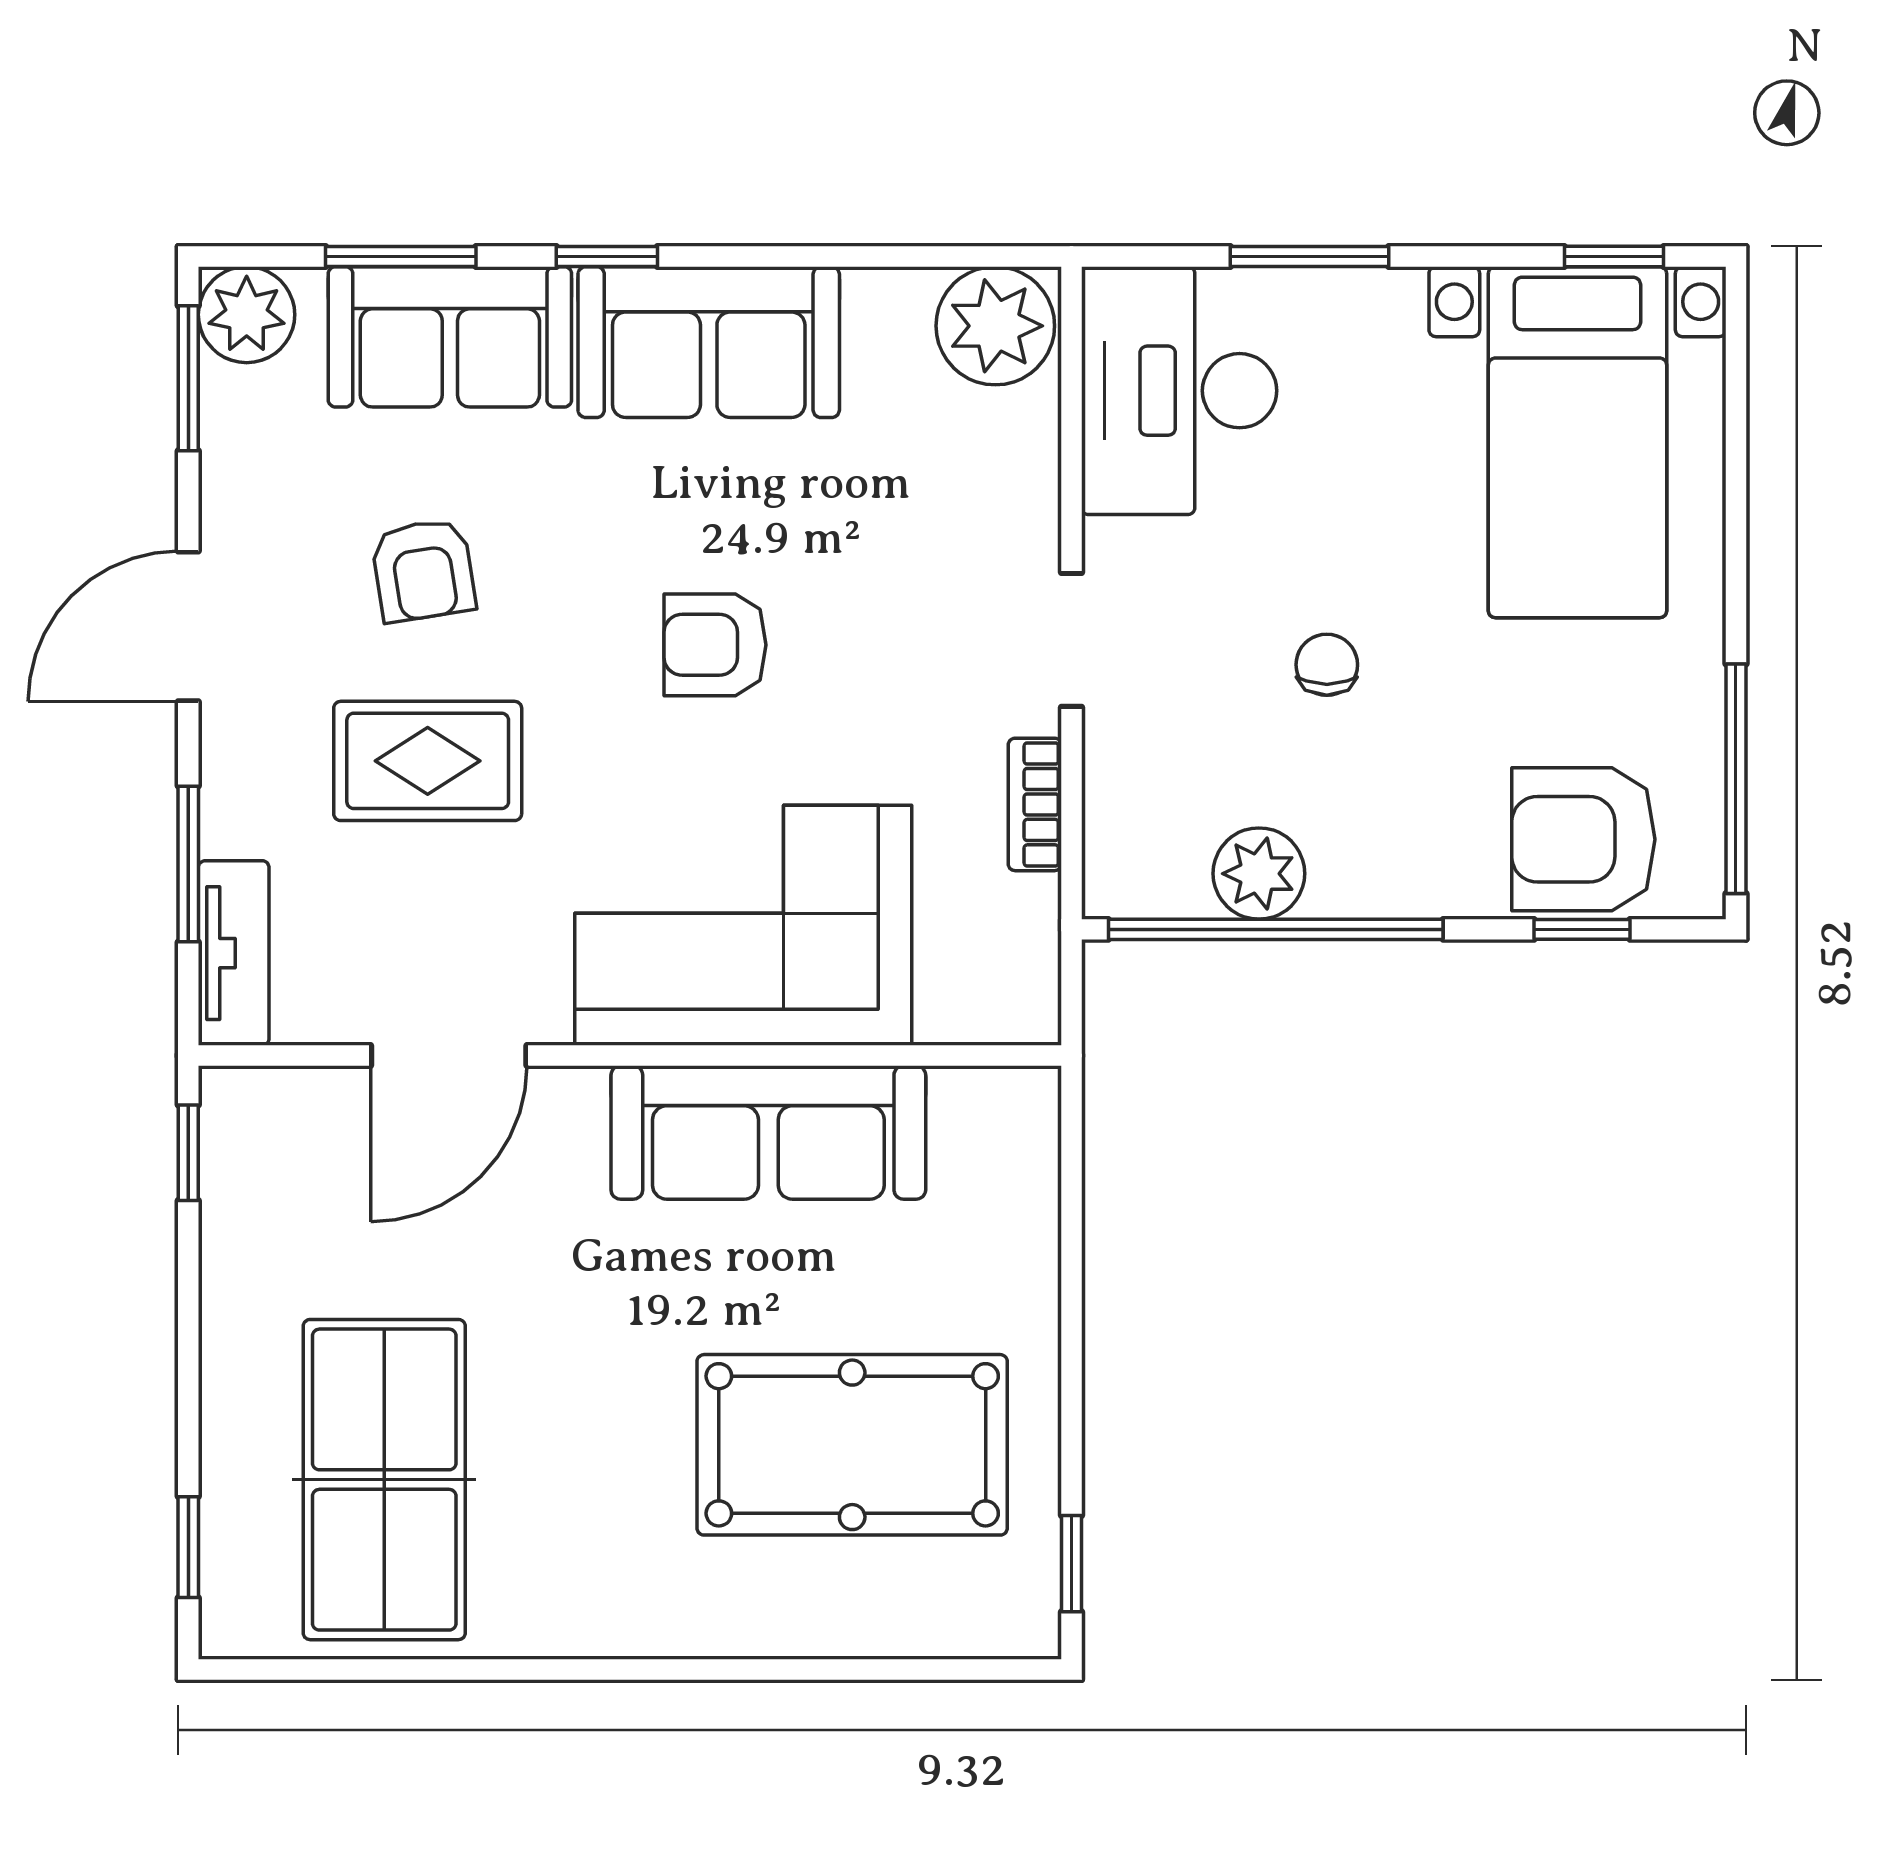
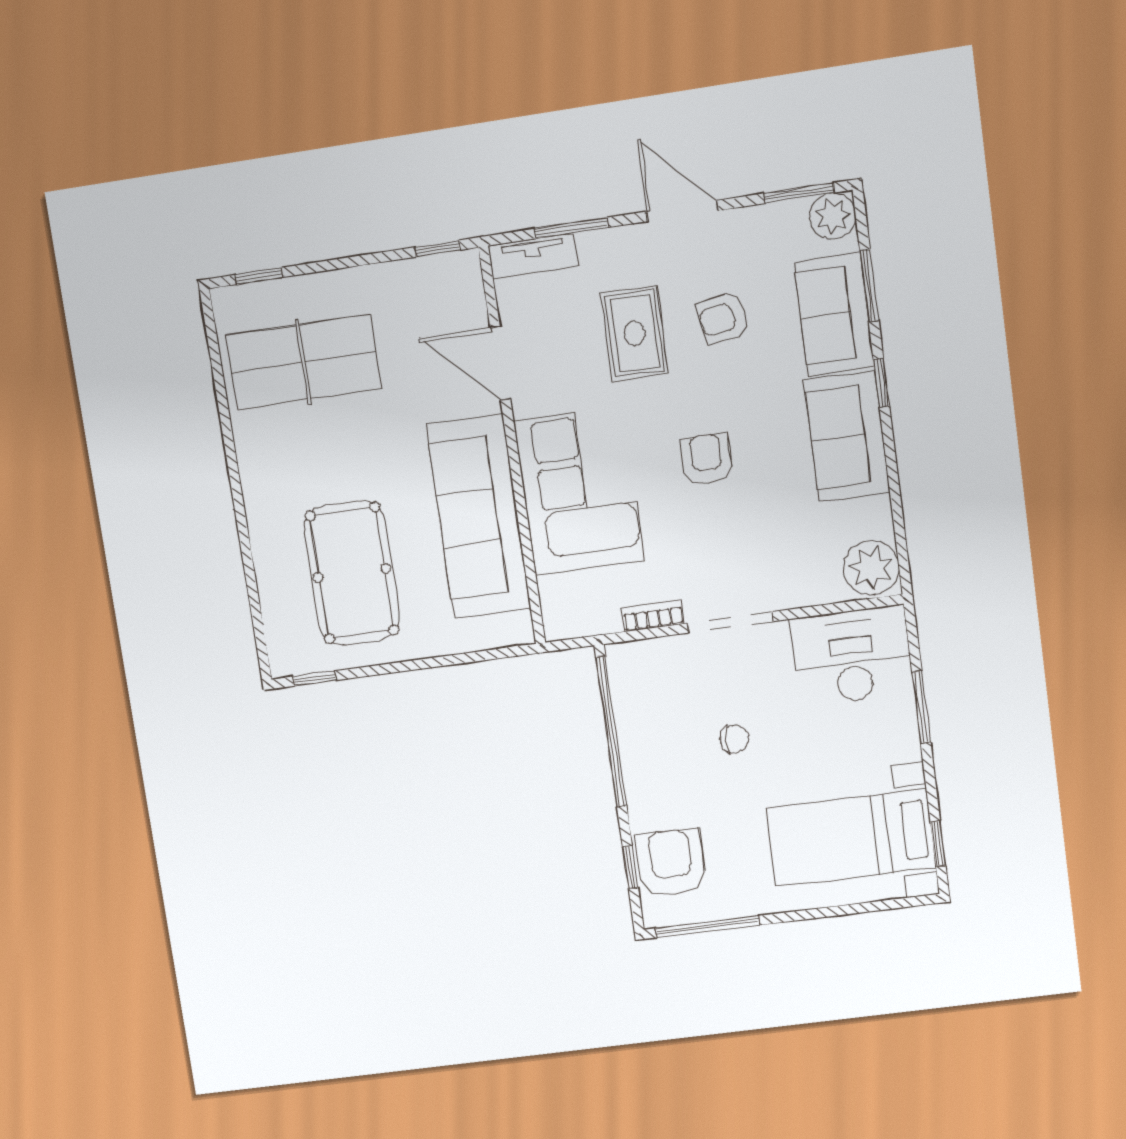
doorway: (1072, 640) -> (730, 622), width x1.38
plant: (1259, 874) -> (635, 721), removed
sofa: (768, 1132) -> (478, 517), width x1.36, depth x1.27

